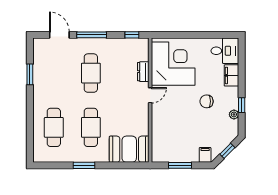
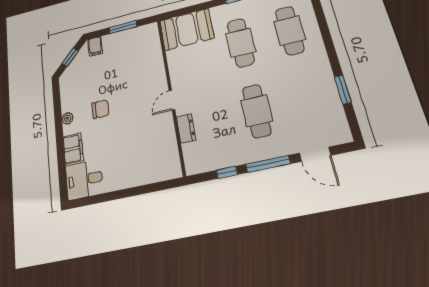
window: (132, 35) -> (227, 172), moved
corner desk: (173, 64) -> (149, 148), removed
window: (242, 105) -> (58, 114), removed
plant: (234, 114) -> (68, 118), moved

